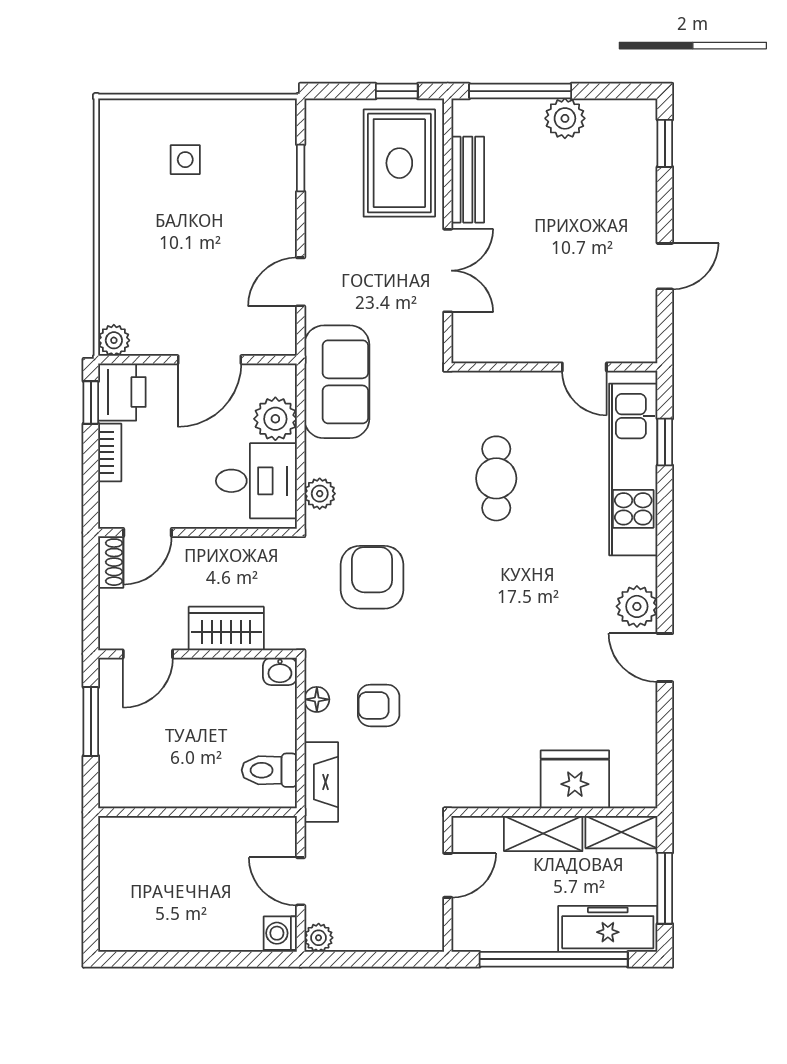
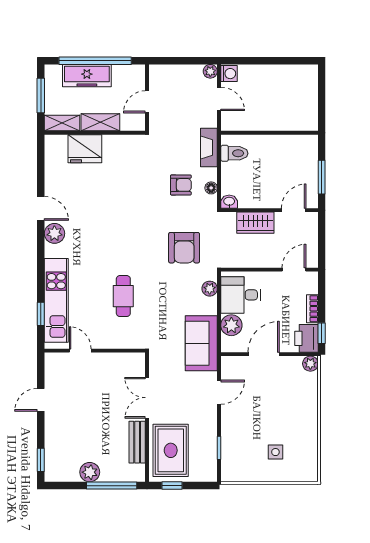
shoe rack: (111, 562) -> (312, 255), removed
freezer: (608, 929) -> (87, 76), moved

